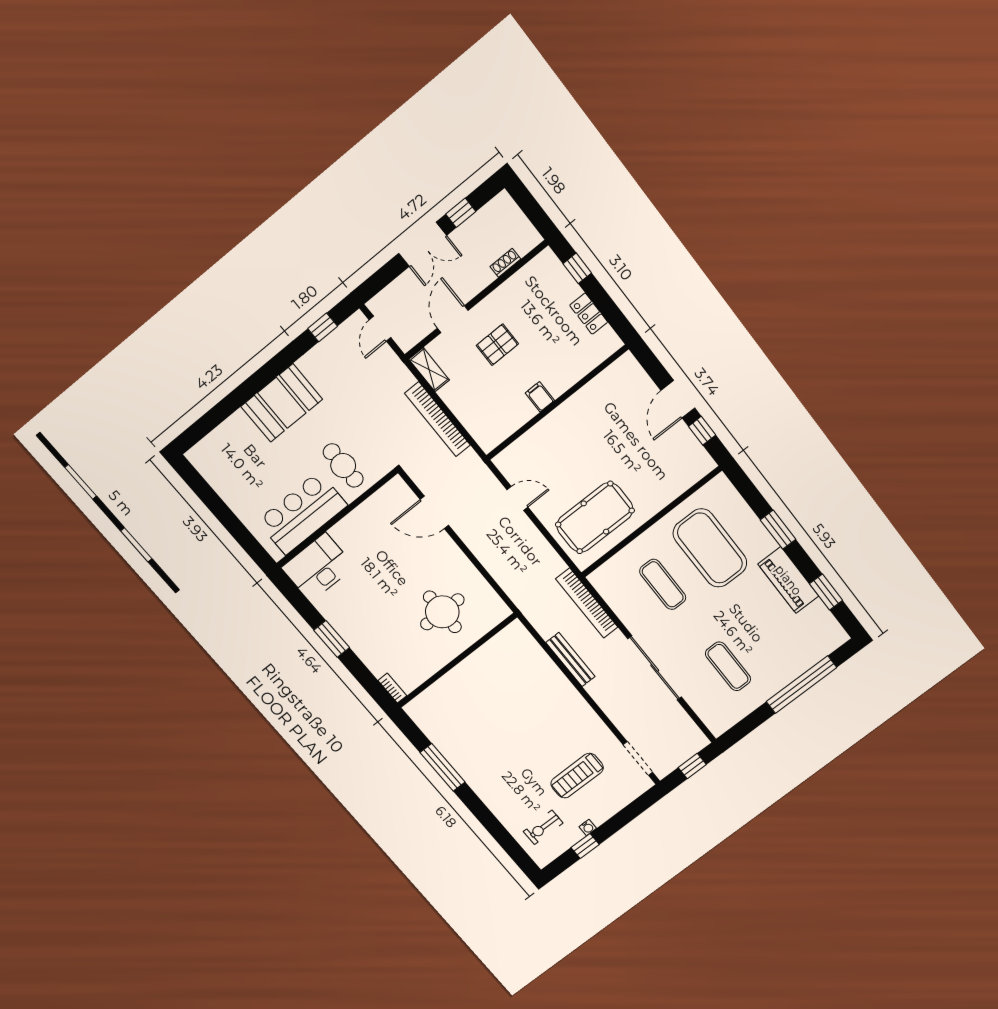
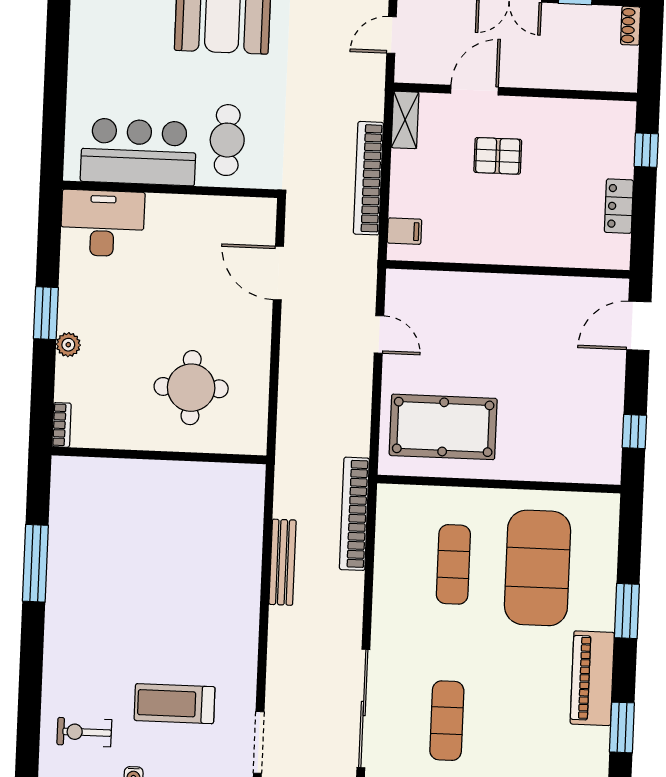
shoe rack: (505, 263) -> (631, 26), moved, turned -90
filing cabinet: (540, 397) -> (404, 231), moved, turned 90
door: (678, 399) -> (639, 326), moved
plant: (358, 645) -> (68, 345), added
sliding door: (655, 668) -> (363, 709), moved

